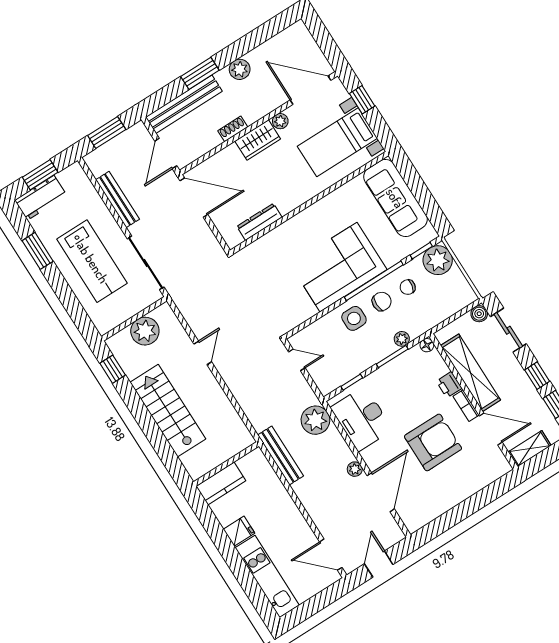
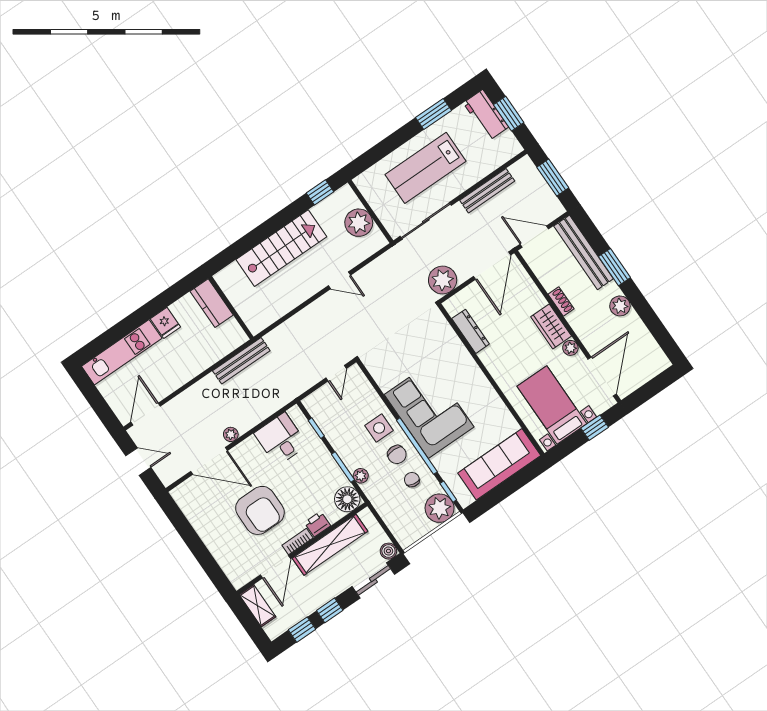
floor lamp: (427, 345) -> (347, 499), width x1.89, depth x1.89
desk: (362, 419) -> (281, 439), width x0.73
plant: (315, 420) -> (443, 280), moved

